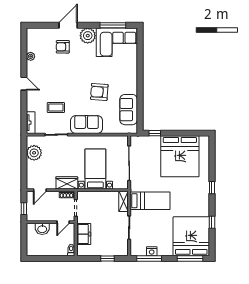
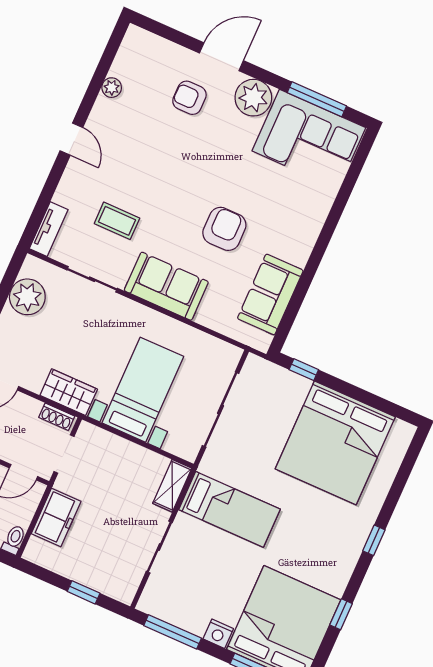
armchair: (99, 92) -> (224, 229), turned 86
nightstand: (152, 251) -> (218, 634), moved

